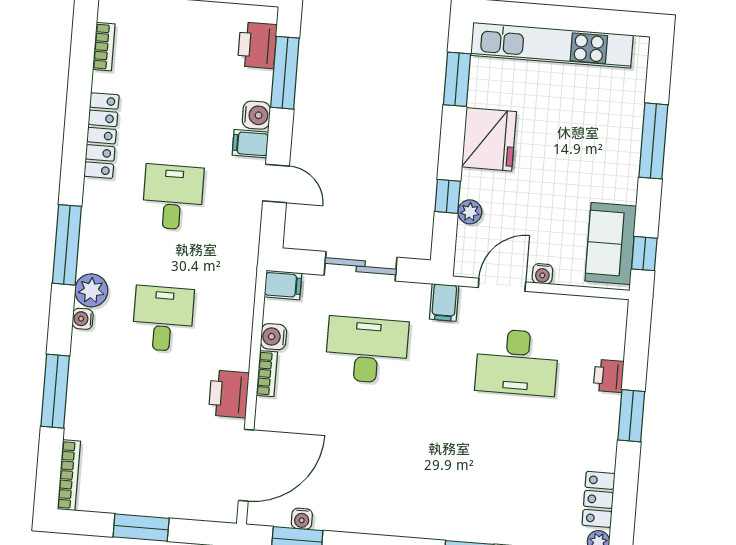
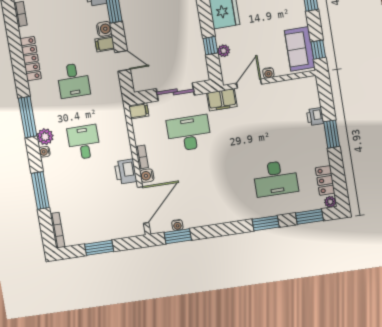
desk: (173, 197) -> (73, 80), turned 180
filing cabinet: (444, 302) -> (222, 100), width x2.00
water cooler: (274, 337) -> (147, 176), moved
desk: (517, 362) -> (276, 178), moved

